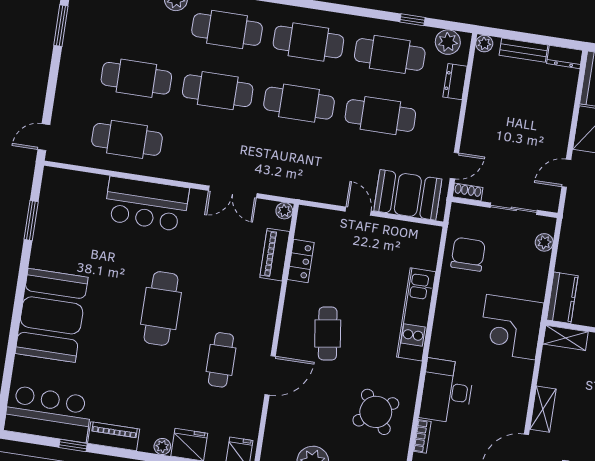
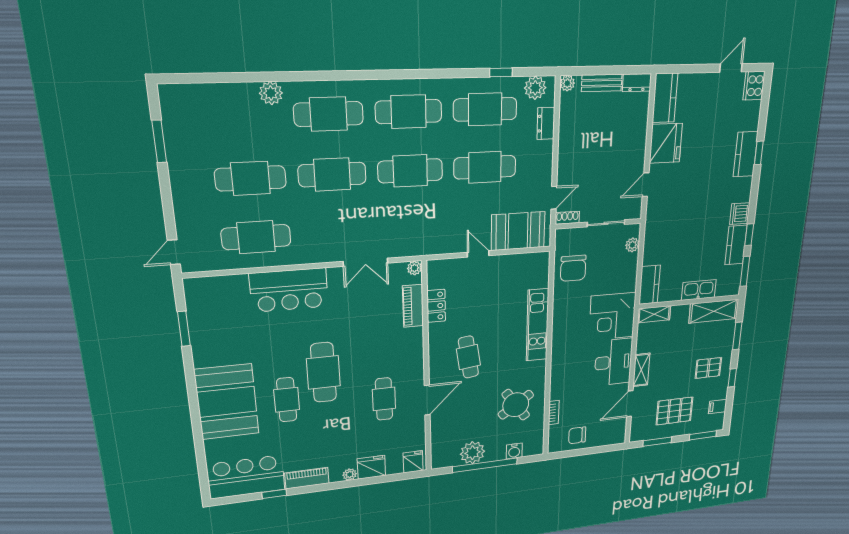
chair: (468, 254) -> (573, 268), turned 180
cafe table: (114, 330) -> (287, 400), added
desk: (447, 391) -> (613, 362), moved, turned 180

